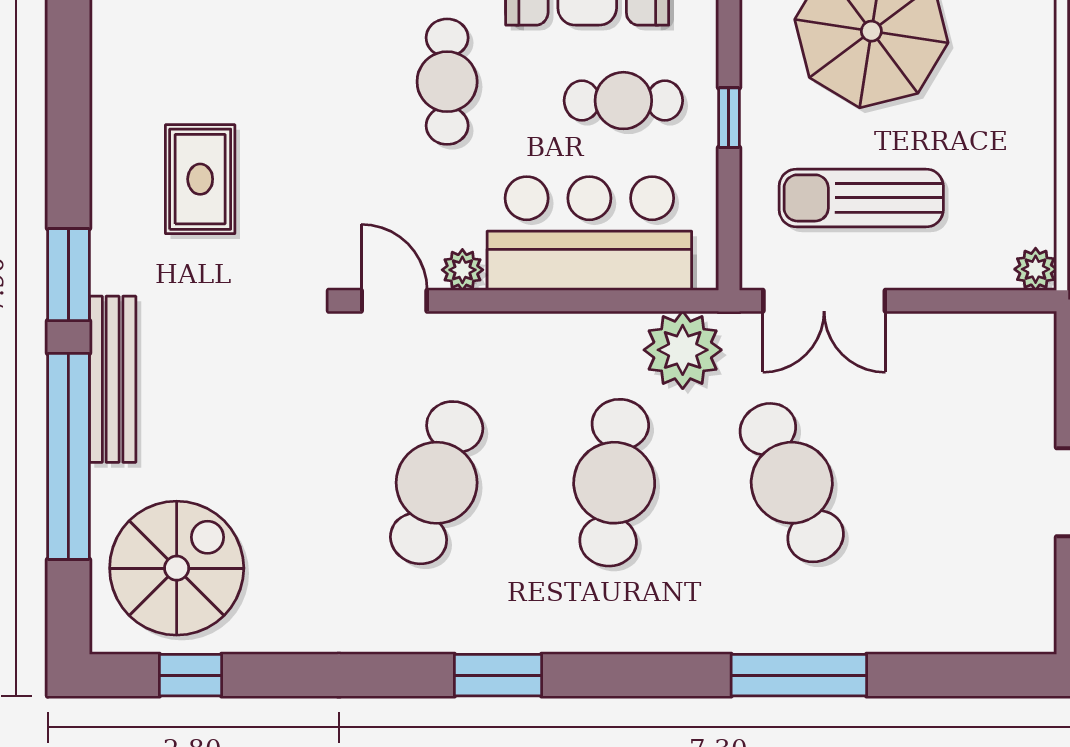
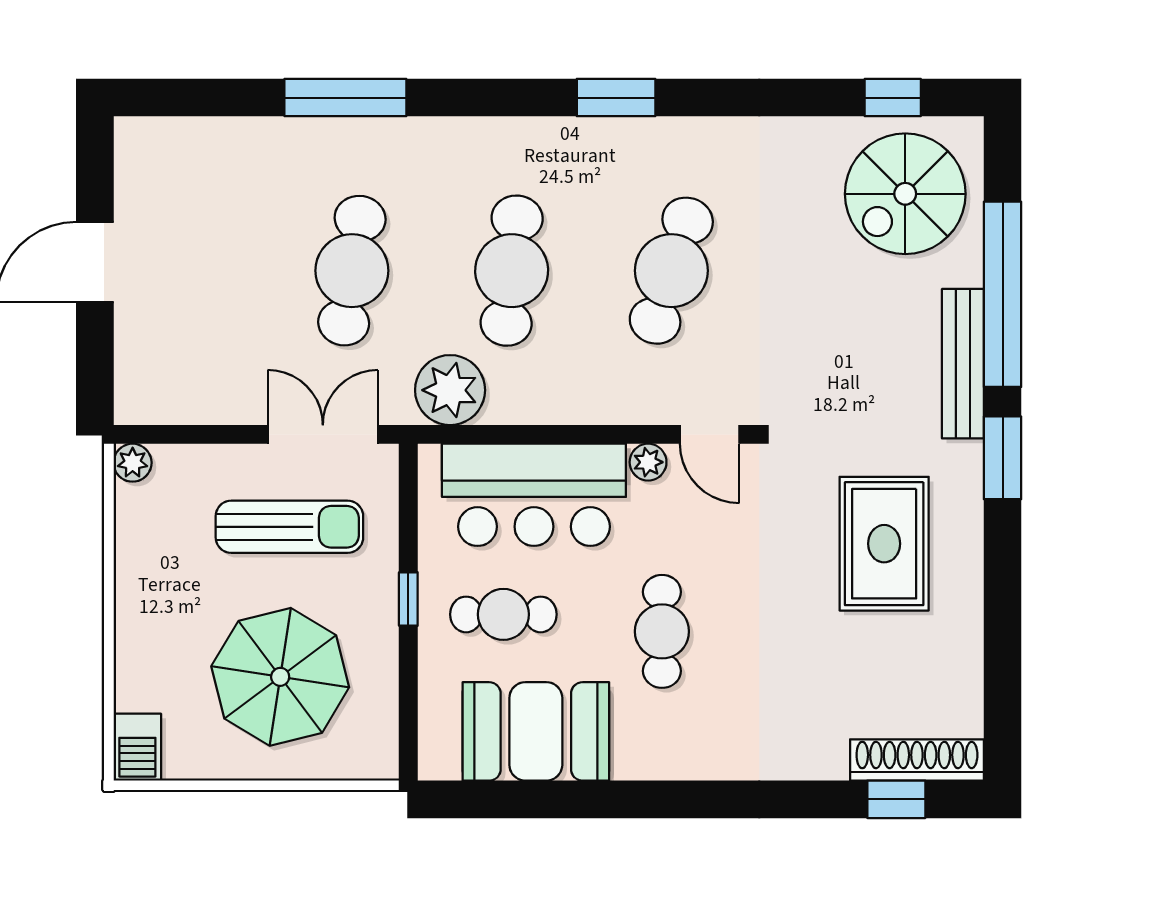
rug: (200, 179) -> (884, 544), width x1.36, depth x1.43
cafe table: (792, 483) -> (352, 271), turned 33

